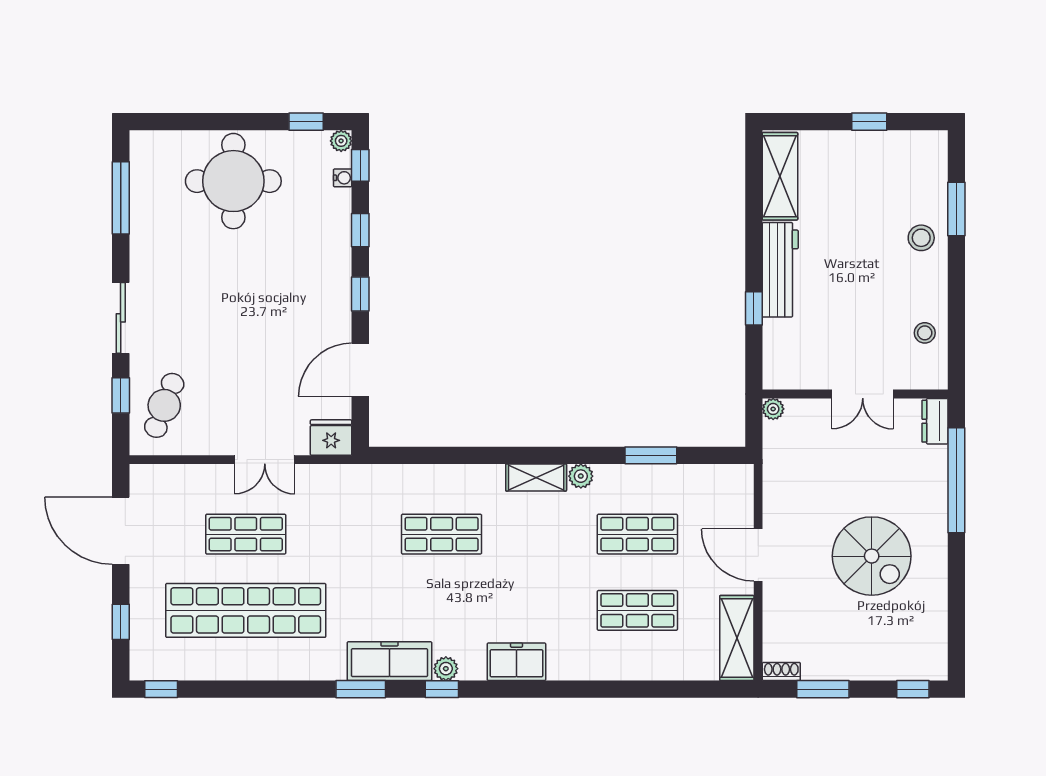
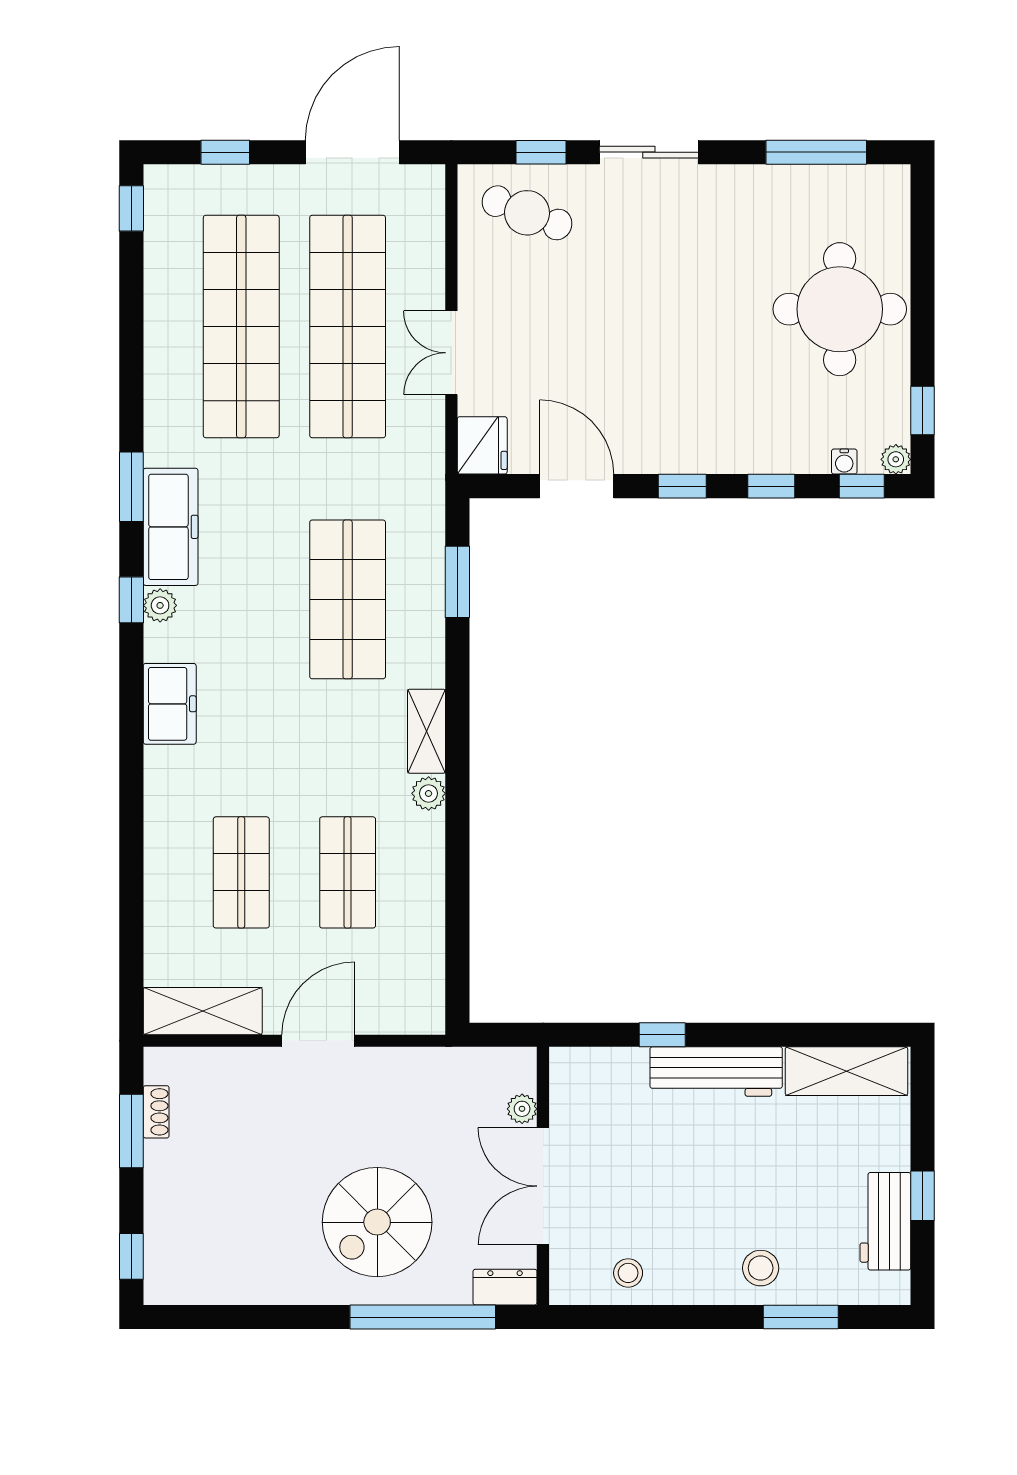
workbench: (888, 148) -> (885, 1221), added
double door: (863, 394) -> (543, 1186), width x1.37
plant: (773, 409) -> (522, 1109), moved
window: (651, 455) -> (457, 582), moved
shop shelf: (246, 534) -> (348, 326), width x2.00, depth x1.36
shop shelf: (442, 534) -> (348, 599), width x1.43, depth x1.36
spiral stairs: (872, 556) -> (377, 1222), moved
shoe rack: (781, 671) -> (156, 1112), moved

